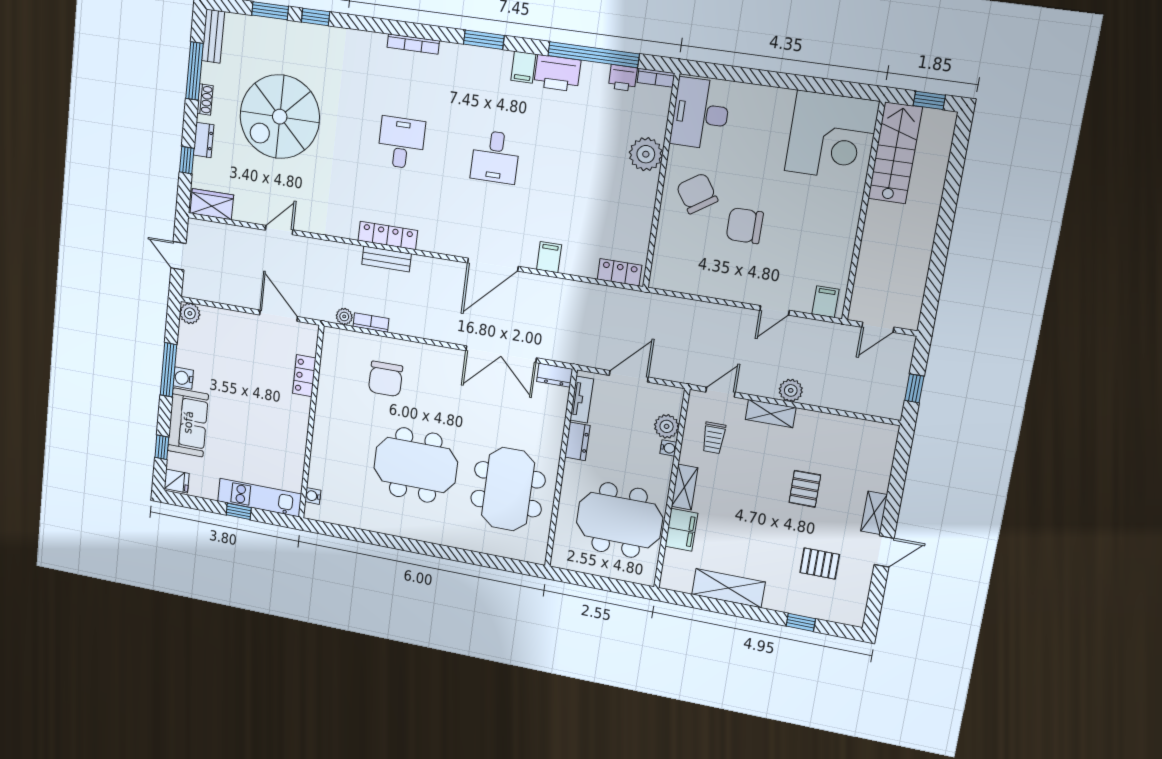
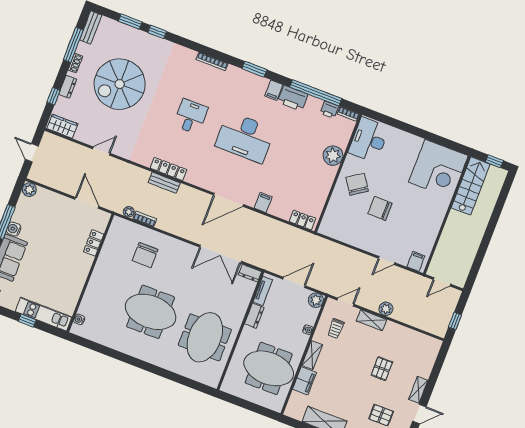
desk: (495, 157) -> (245, 137), width x1.87, depth x1.30
plant: (667, 426) -> (316, 300), moved

